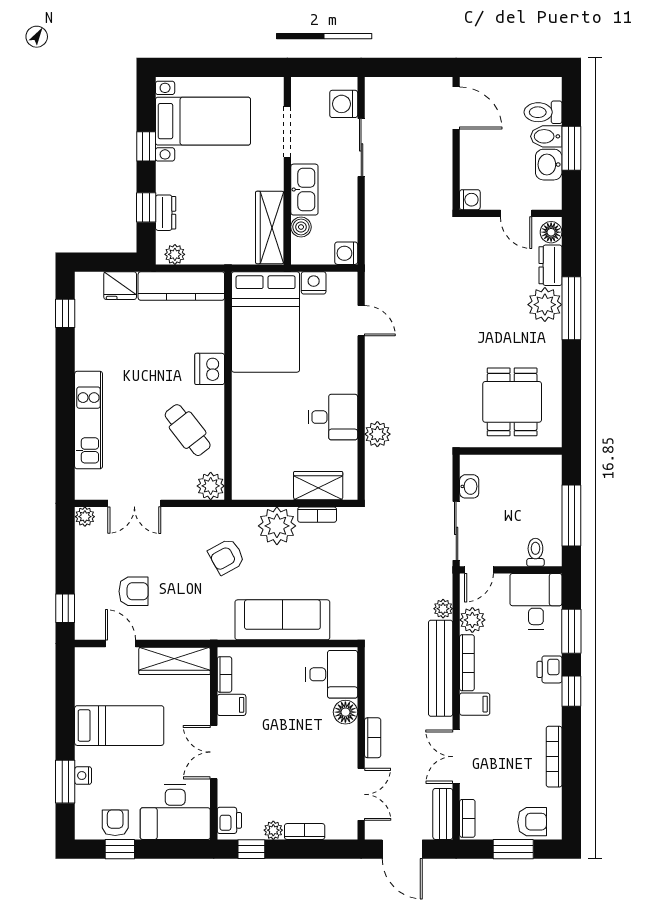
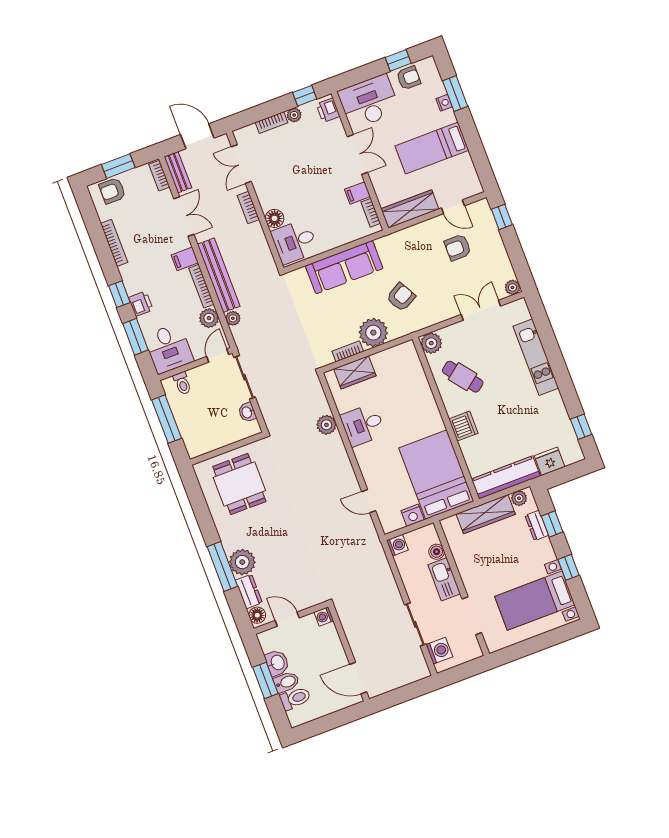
wardrobe: (270, 227) -> (486, 514), moved, turned 90
armchair: (115, 823) -> (409, 78), turned -90

